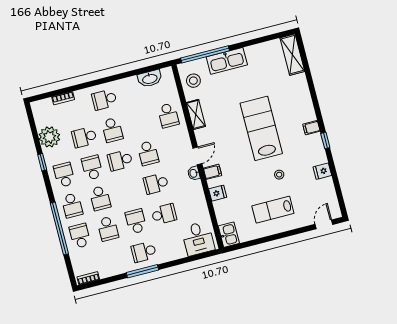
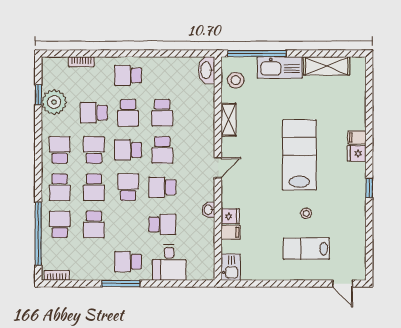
shelving: (292, 55) -> (327, 66), moved, turned 90
washbasin: (150, 79) -> (207, 70), moved, turned 90
school desk: (168, 115) -> (162, 113), moved
filing cabinet: (311, 128) -> (357, 137), moved
window: (42, 162) -> (38, 95), moved
fridge: (322, 171) -> (357, 153), moved
filing cabinet: (212, 172) -> (231, 232), moved
washbasin: (194, 173) -> (209, 210), moved
lab bench: (273, 210) -> (306, 249), moved
school desk: (136, 221) -> (128, 187), moved
door: (324, 224) -> (343, 284), swing flipped
window: (59, 228) -> (38, 234), moved
desk: (198, 239) -> (169, 262), moved

